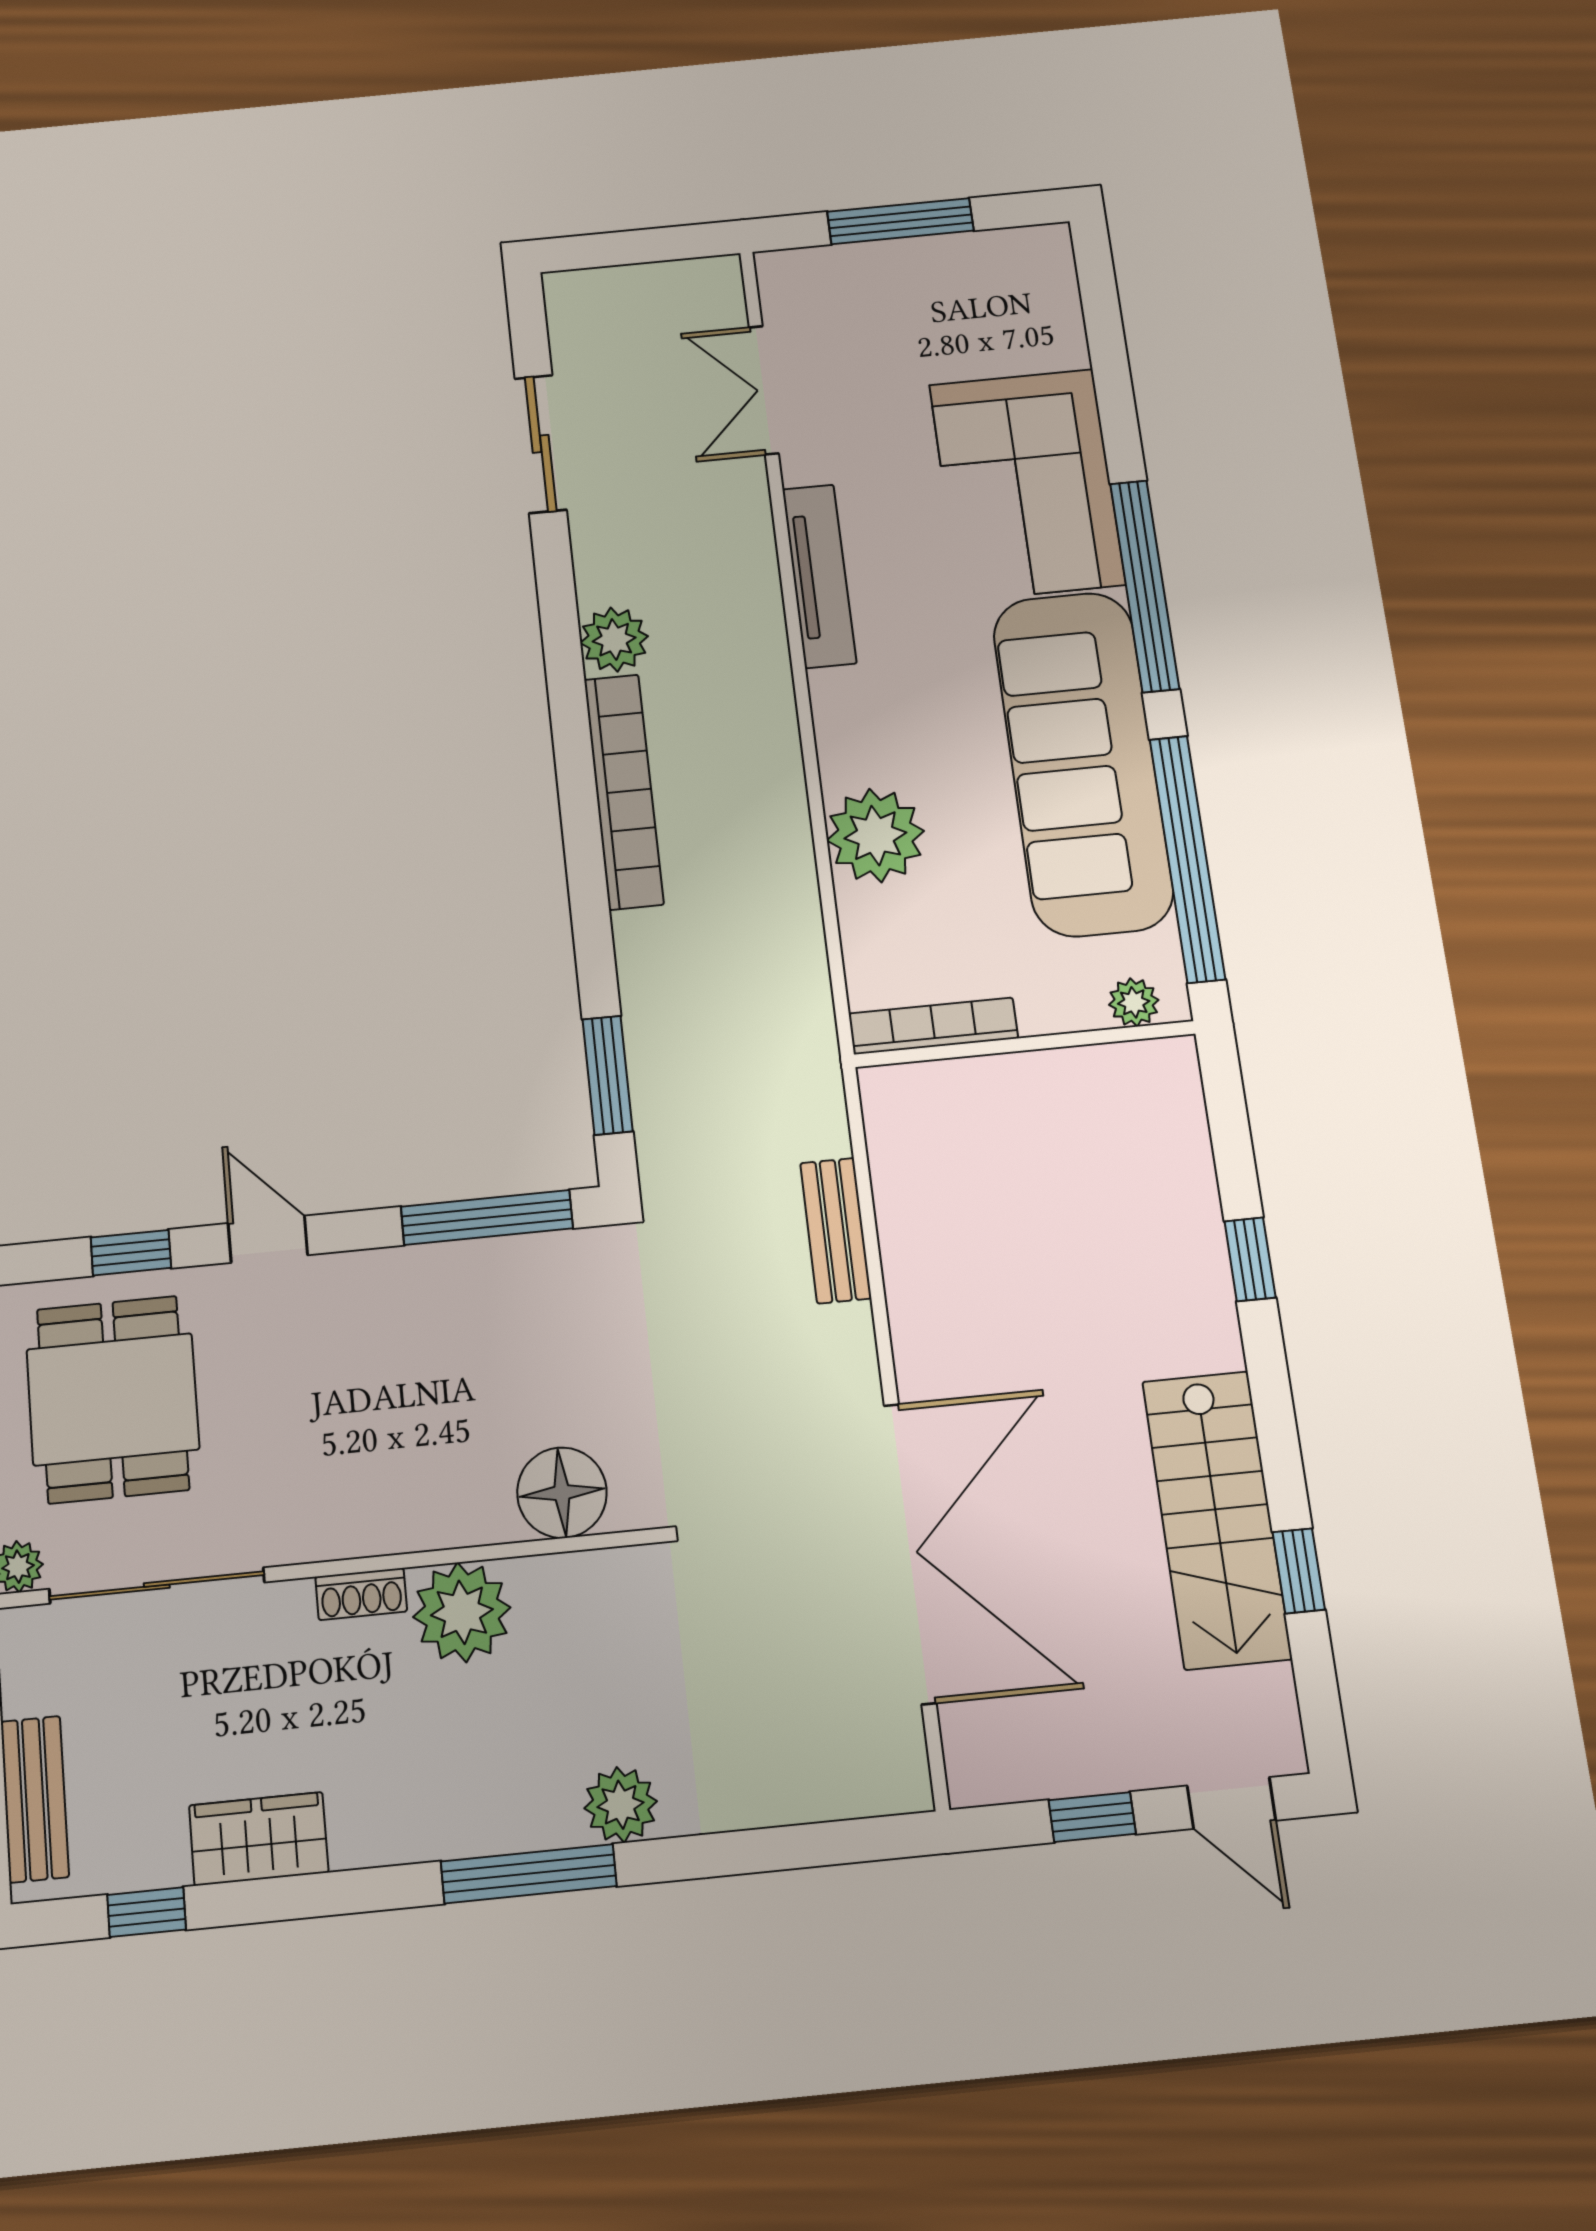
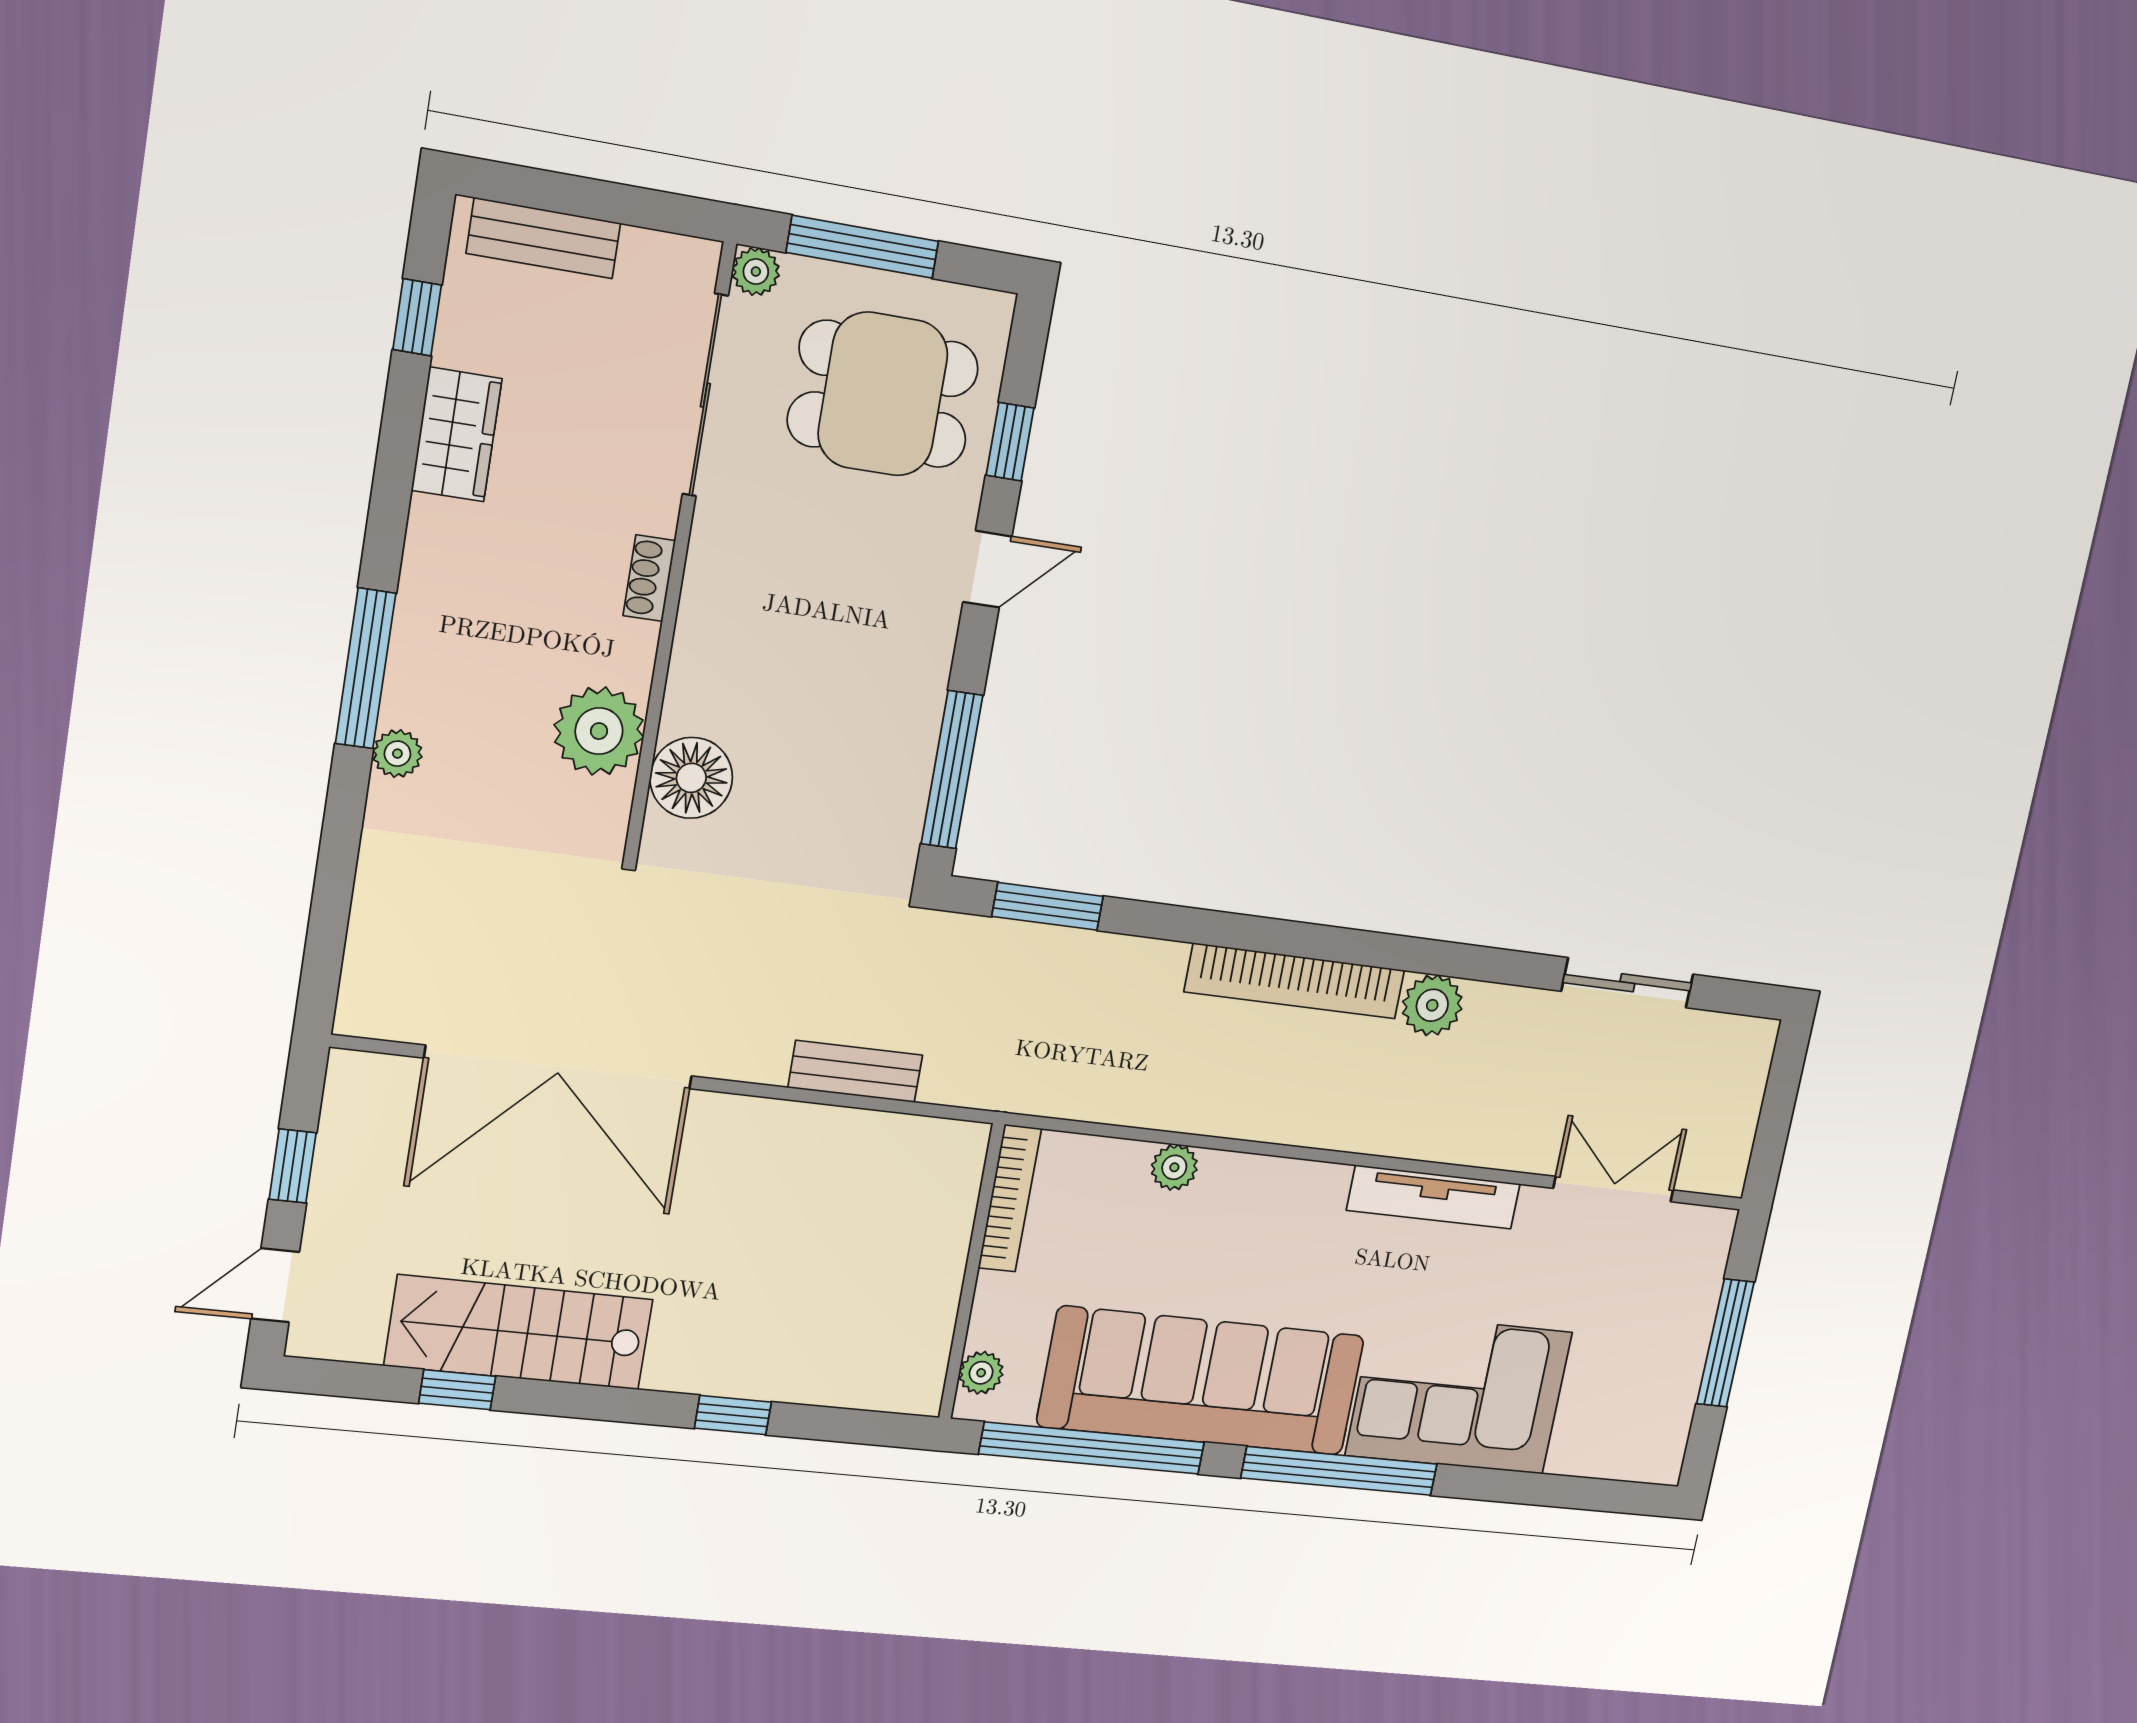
plant: (875, 836) -> (1174, 1167), width x0.53, depth x0.53
plant: (462, 1612) -> (599, 731), moved
plant: (621, 1805) -> (397, 754), width x0.73, depth x0.73

